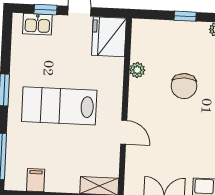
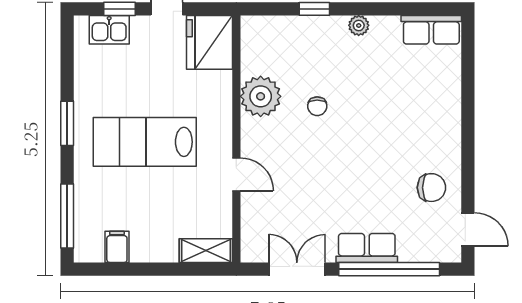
plant: (137, 70) -> (261, 96), width x1.88, depth x1.88
chair: (184, 86) -> (317, 106), width x0.54, depth x0.54

